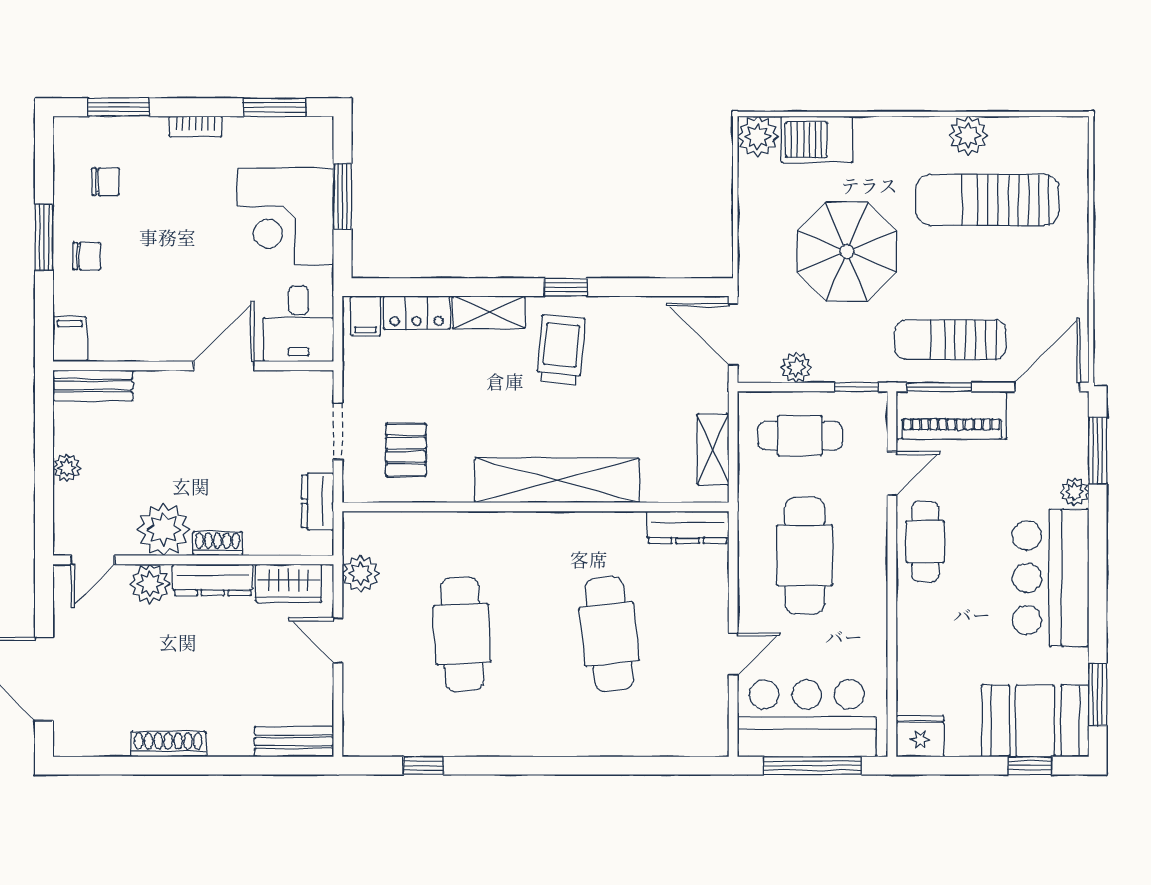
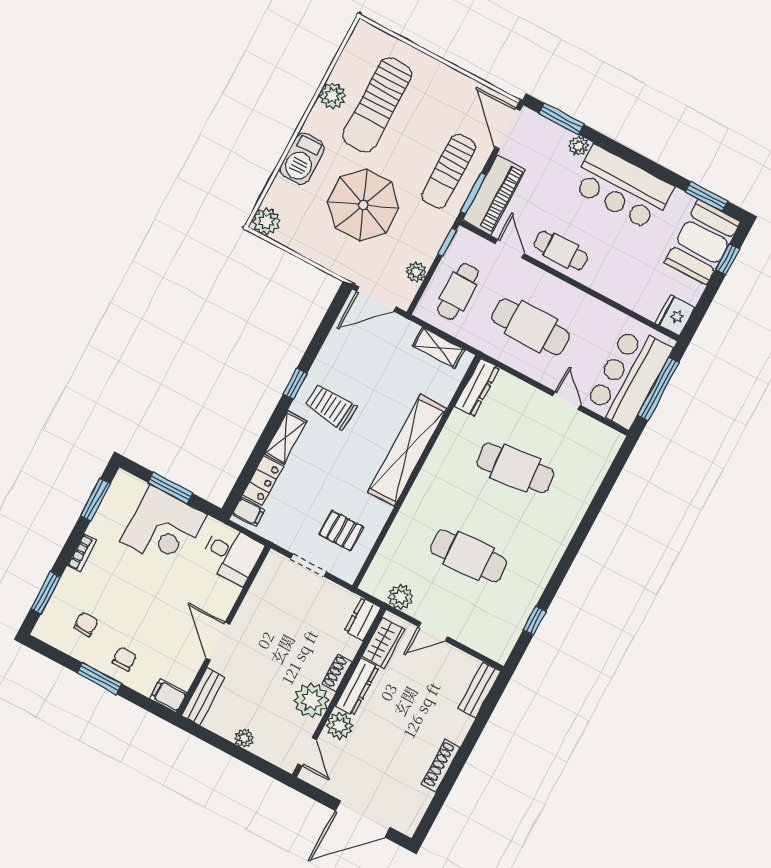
barbecue: (817, 139) -> (302, 159), moved
door: (224, 366) -> (218, 641), moved
dresser: (318, 501) -> (363, 619), moved, turned 90

